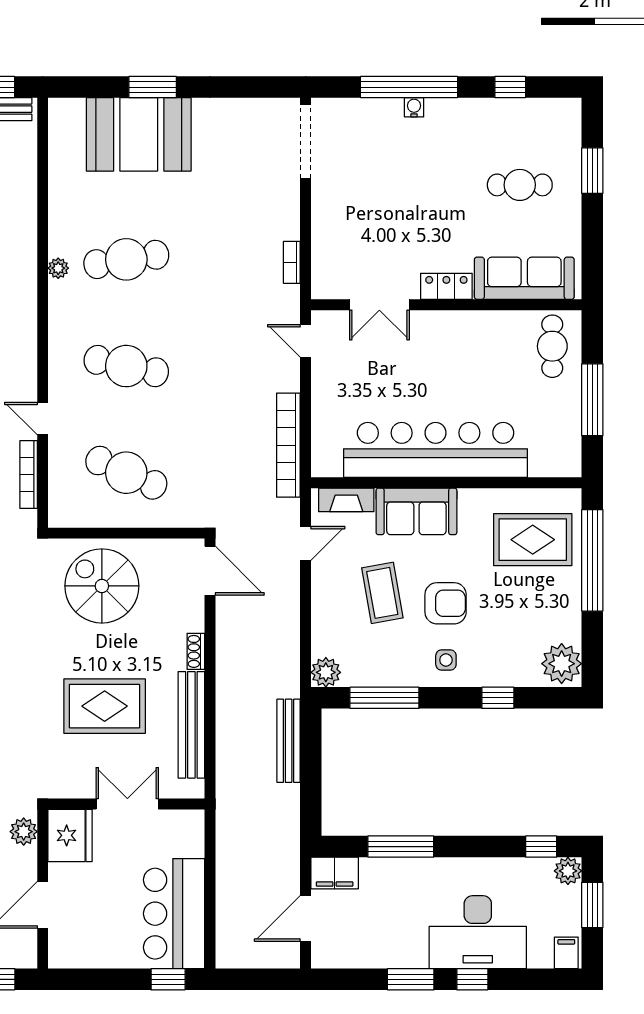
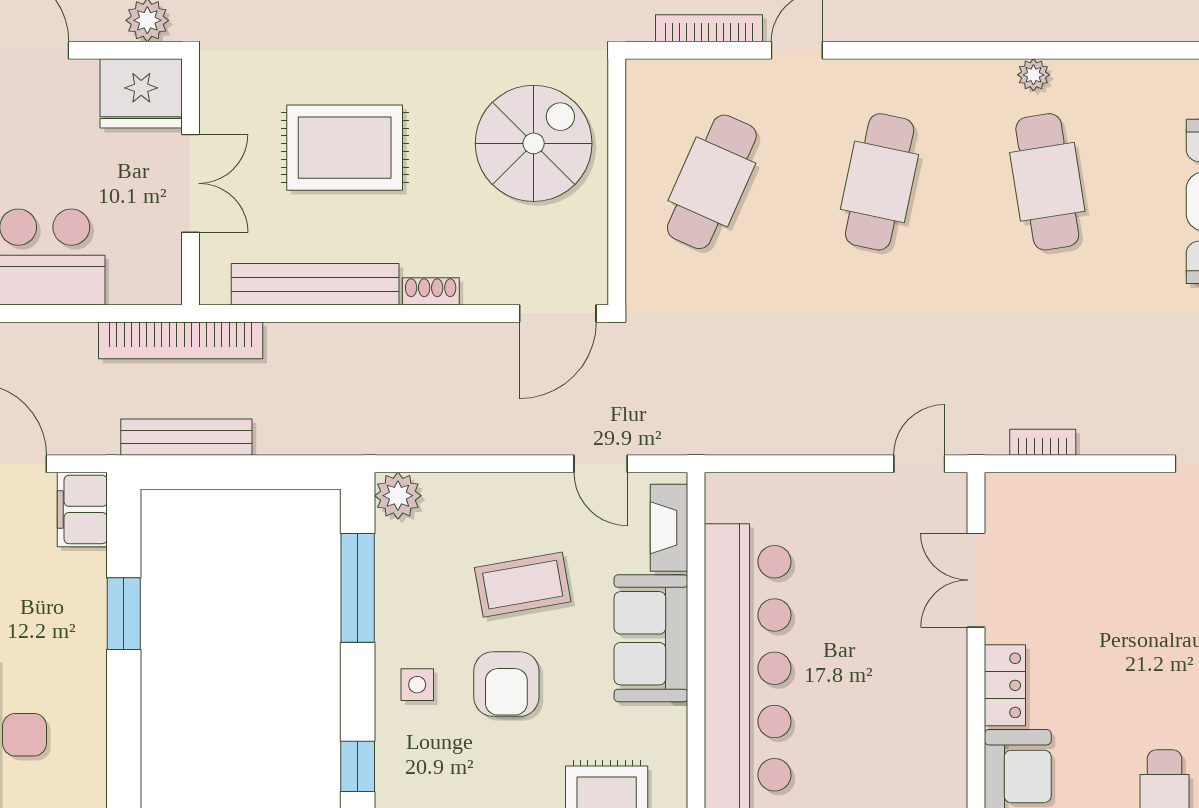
bookcase: (288, 445) -> (181, 340), moved, turned 180
rug: (105, 706) -> (345, 148), turned 90
bench: (289, 741) -> (186, 437), moved
window: (401, 847) -> (124, 614), width x0.69

